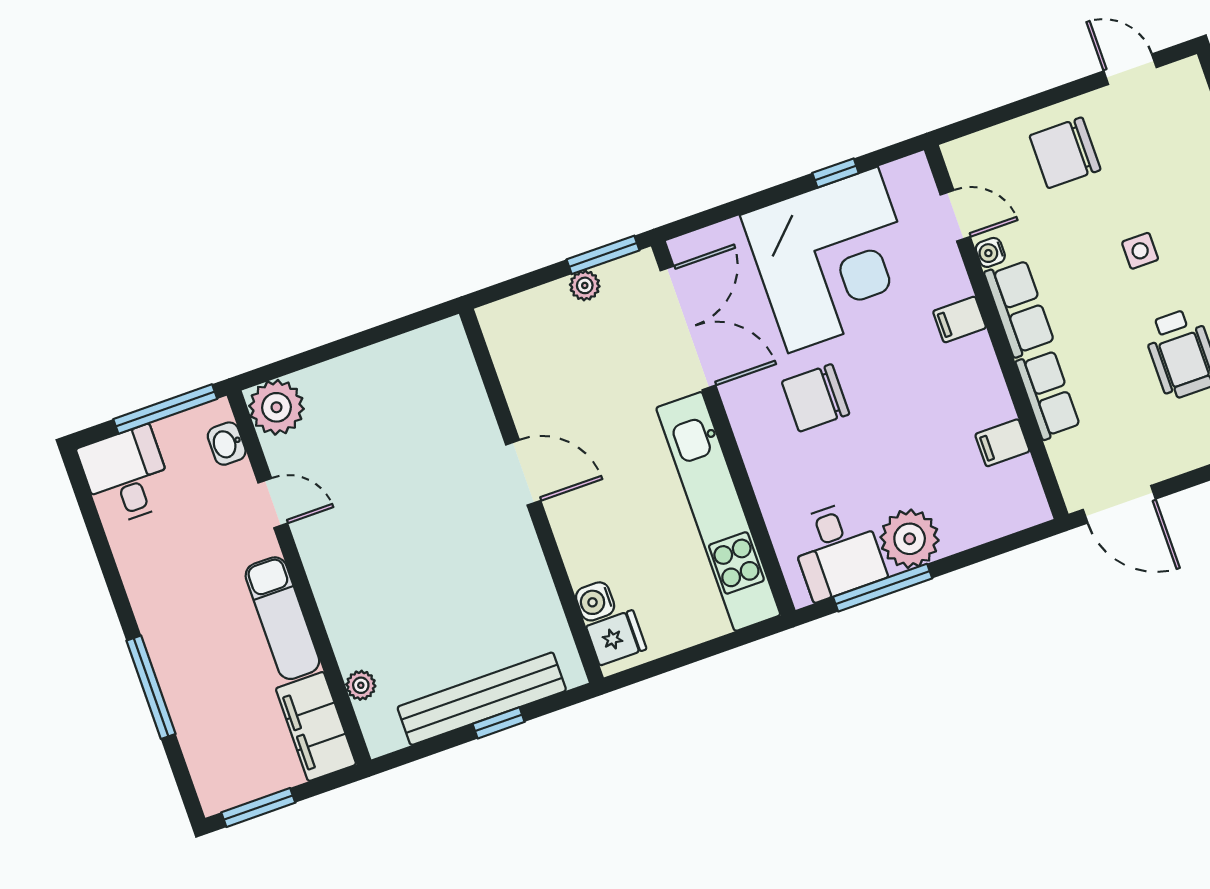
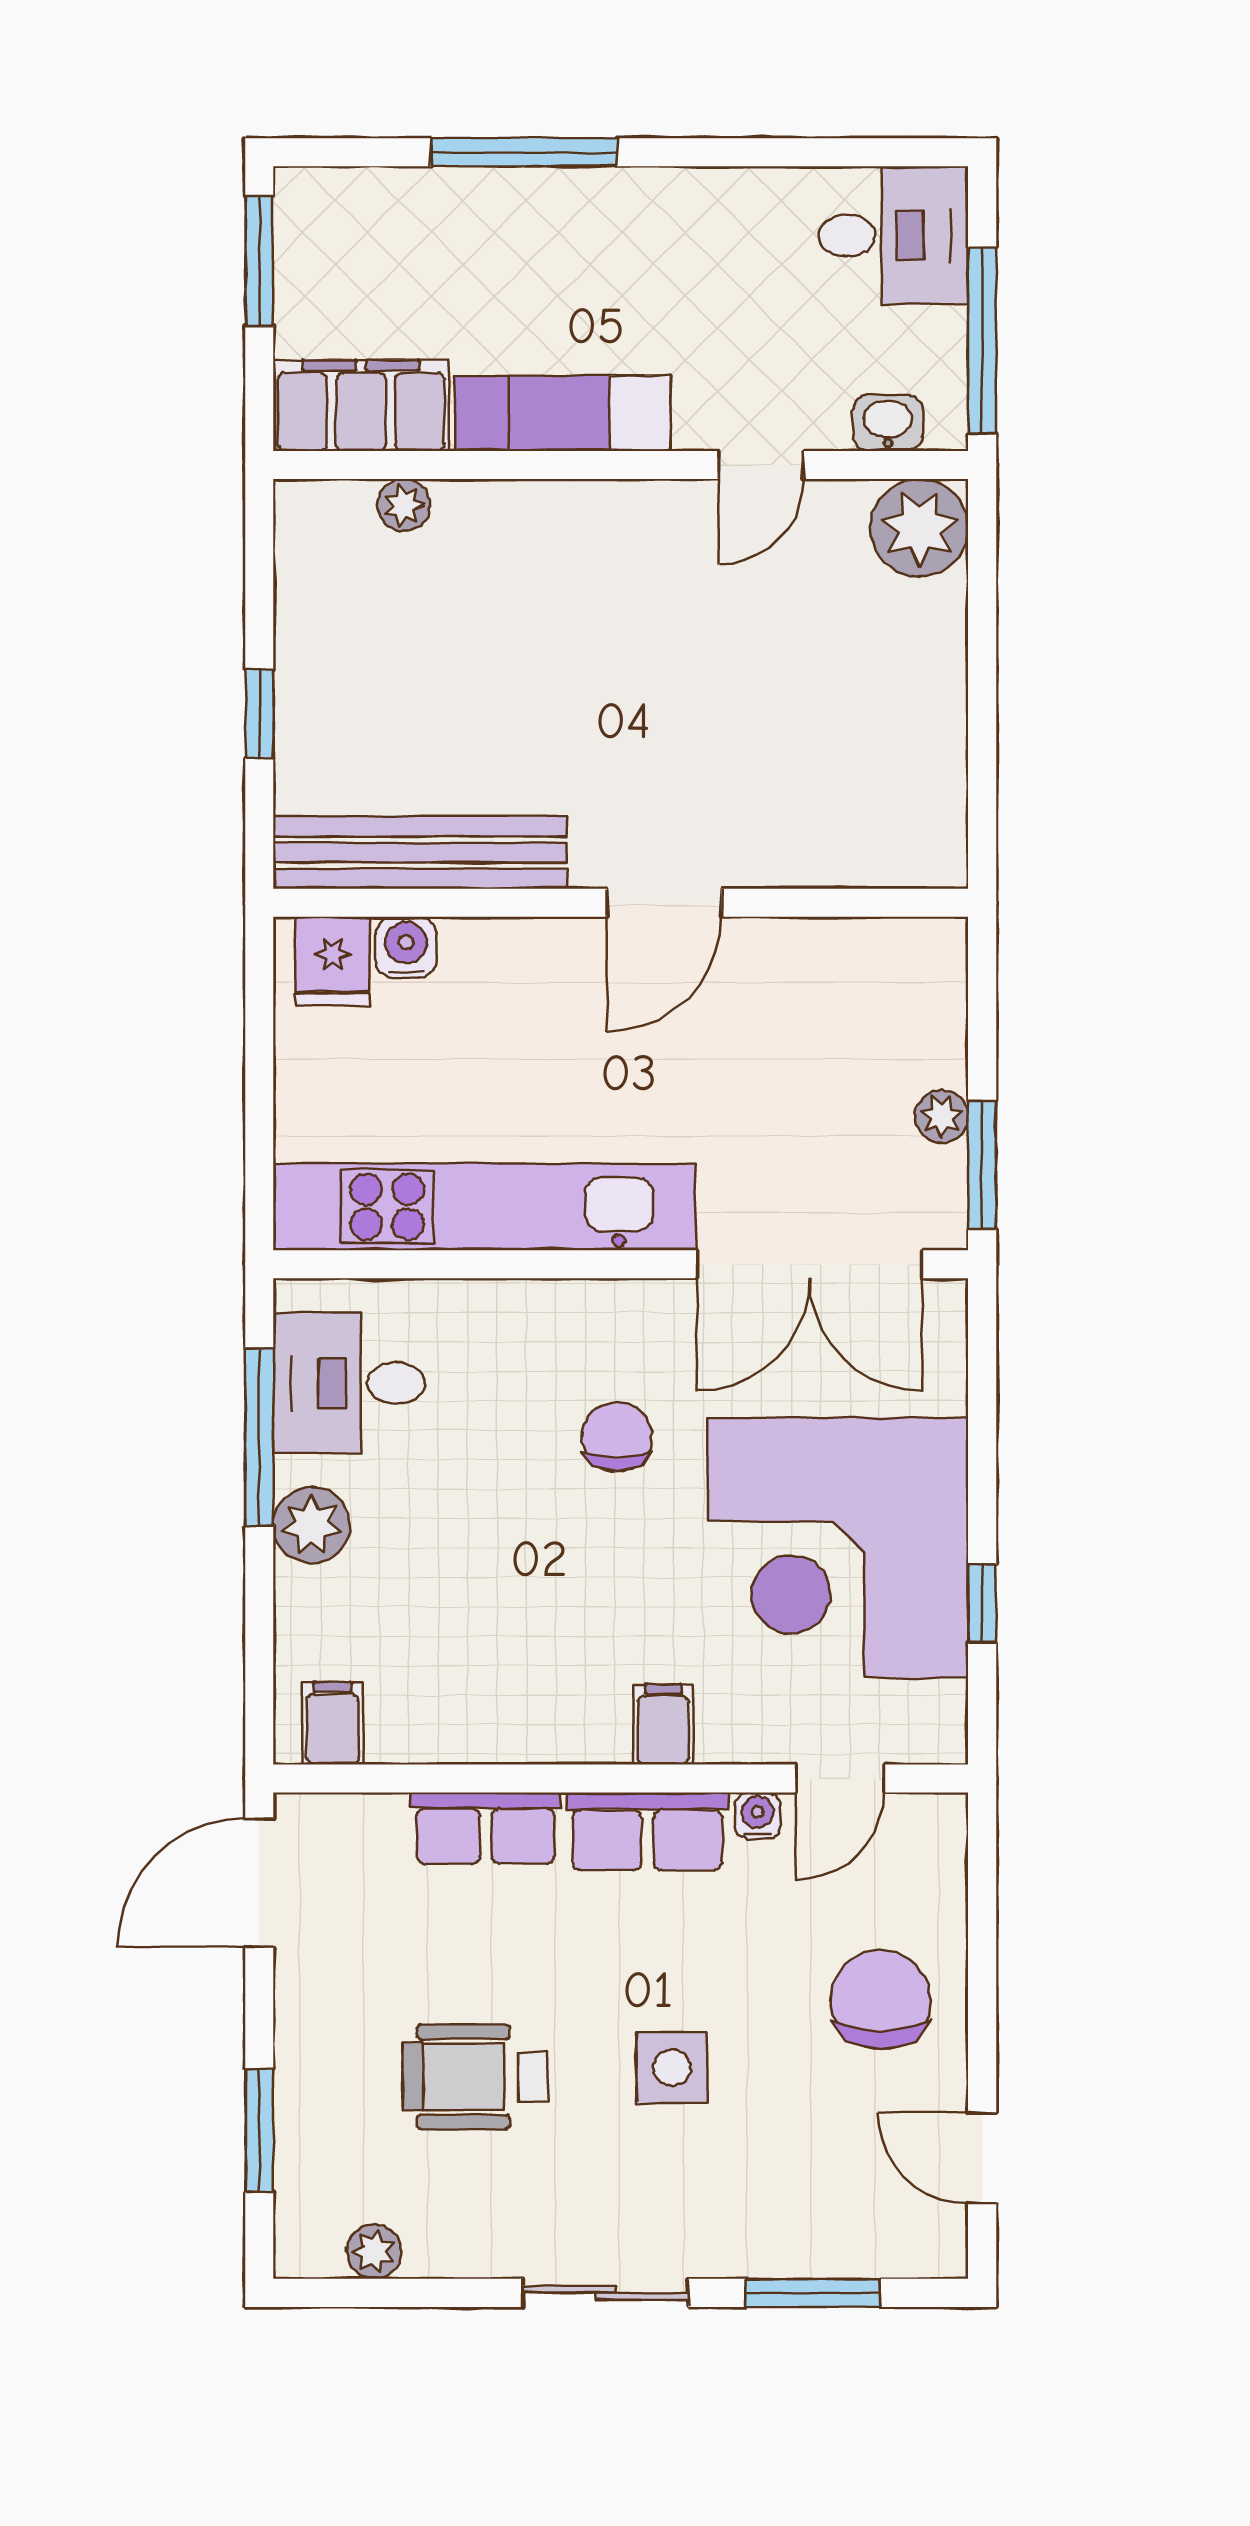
door: (1130, 69) -> (982, 2158), swing flipped
side table: (1140, 251) -> (672, 2068), width x1.37, depth x1.37
chair: (816, 398) -> (617, 1437), width x0.73, depth x0.73
filing cabinet: (1002, 443) -> (333, 1723), moved
plant: (910, 539) -> (311, 1525), width x0.73, depth x0.73
bench: (482, 699) -> (420, 852), moved, turned 90

